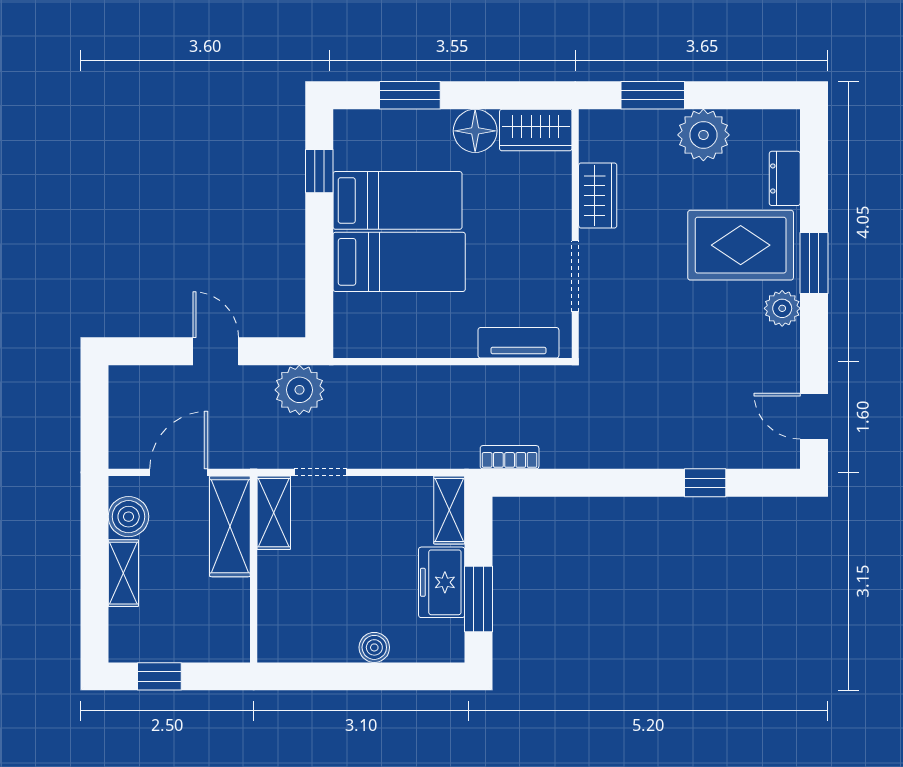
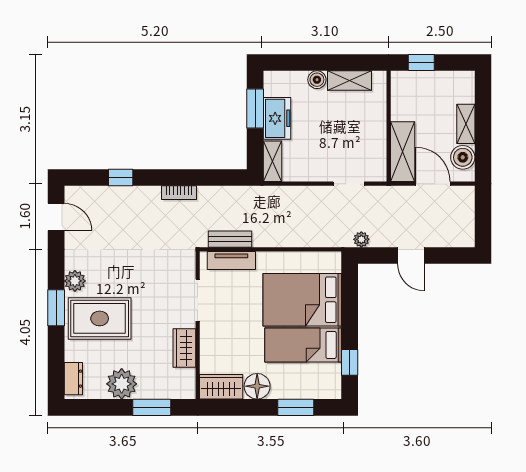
dresser: (785, 178) -> (73, 379), moved
bed: (399, 262) -> (302, 300), width x1.50
bench: (521, 379) -> (230, 239), added
plant: (299, 390) -> (361, 239), width x0.53, depth x0.53
bookcase: (510, 457) -> (179, 193), moved
door: (179, 472) -> (433, 184), swing flipped
shelving: (274, 513) -> (349, 81), moved, turned 90
window: (159, 676) -> (421, 63), moved

